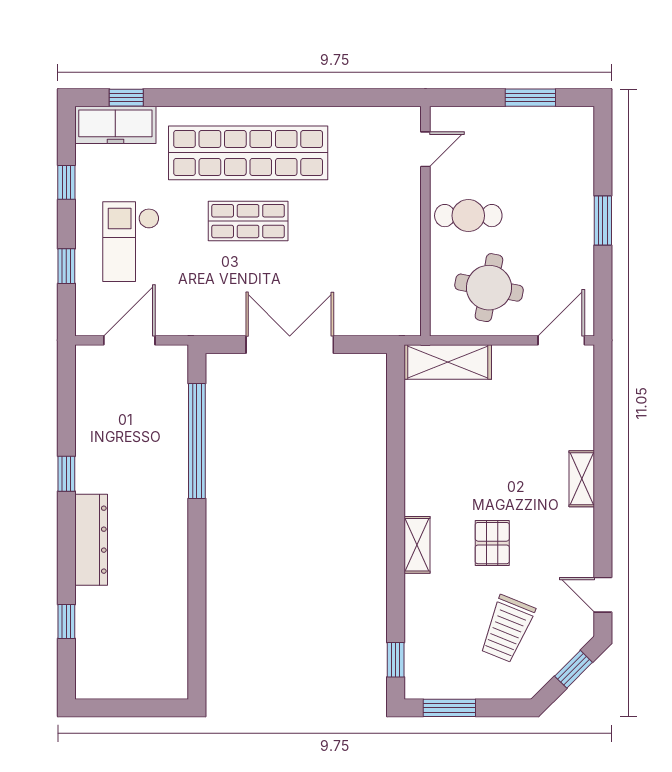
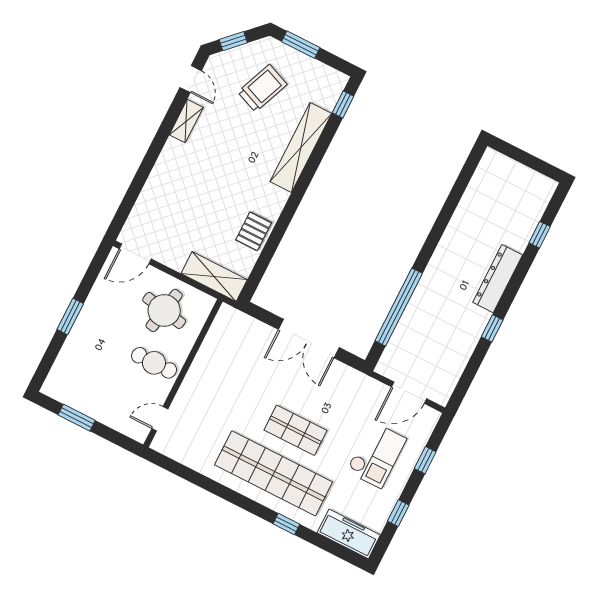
window: (126, 98) -> (286, 524), moved
shelving: (582, 479) -> (186, 121), moved
pallet: (492, 543) -> (254, 231), moved
shelving: (417, 545) -> (301, 147), width x2.20, depth x1.33
window: (449, 708) -> (301, 45), moved

